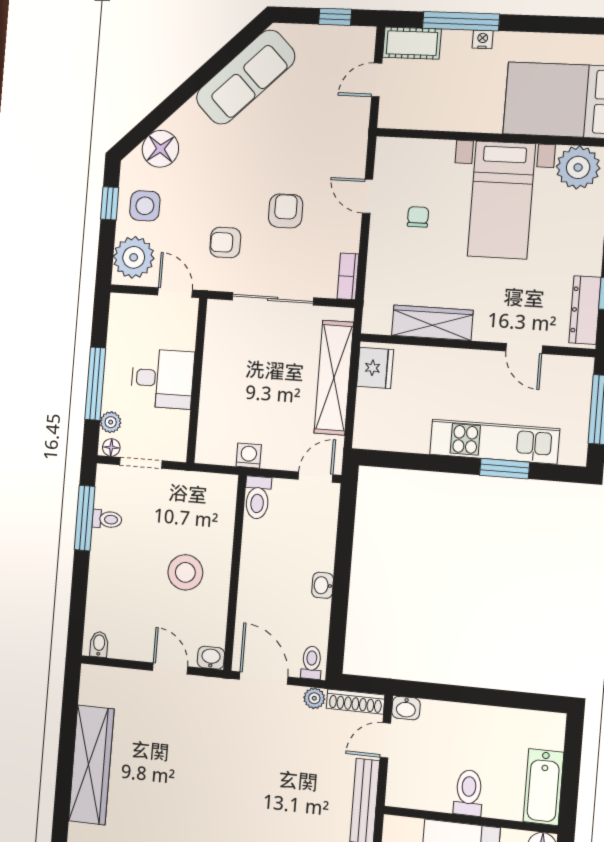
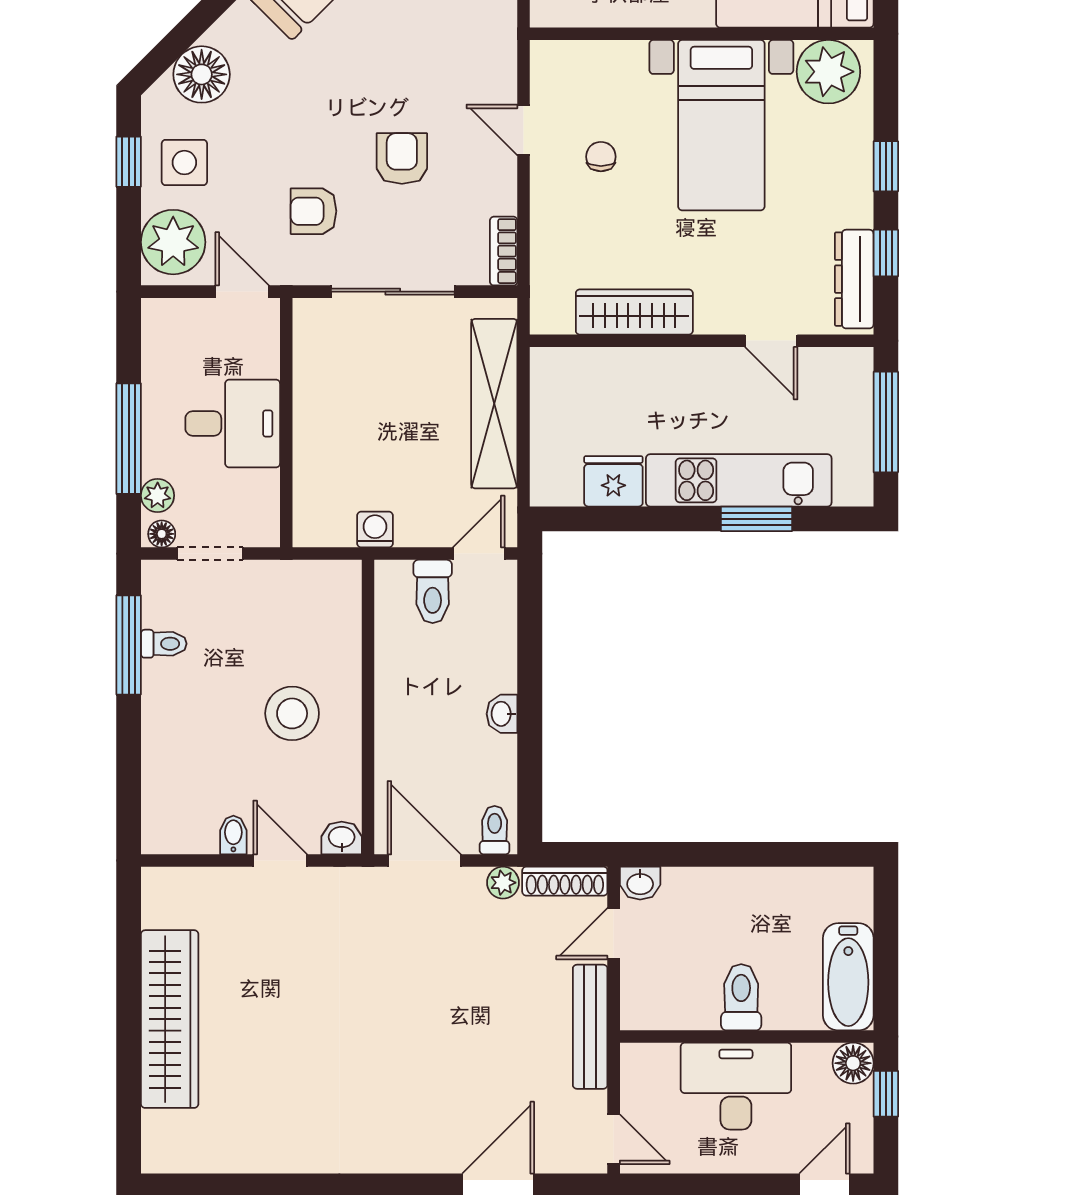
fridge: (375, 368) -> (613, 481), moved, turned -90
toilet: (258, 498) -> (433, 591), moved
bidet: (99, 644) -> (233, 835), moved

